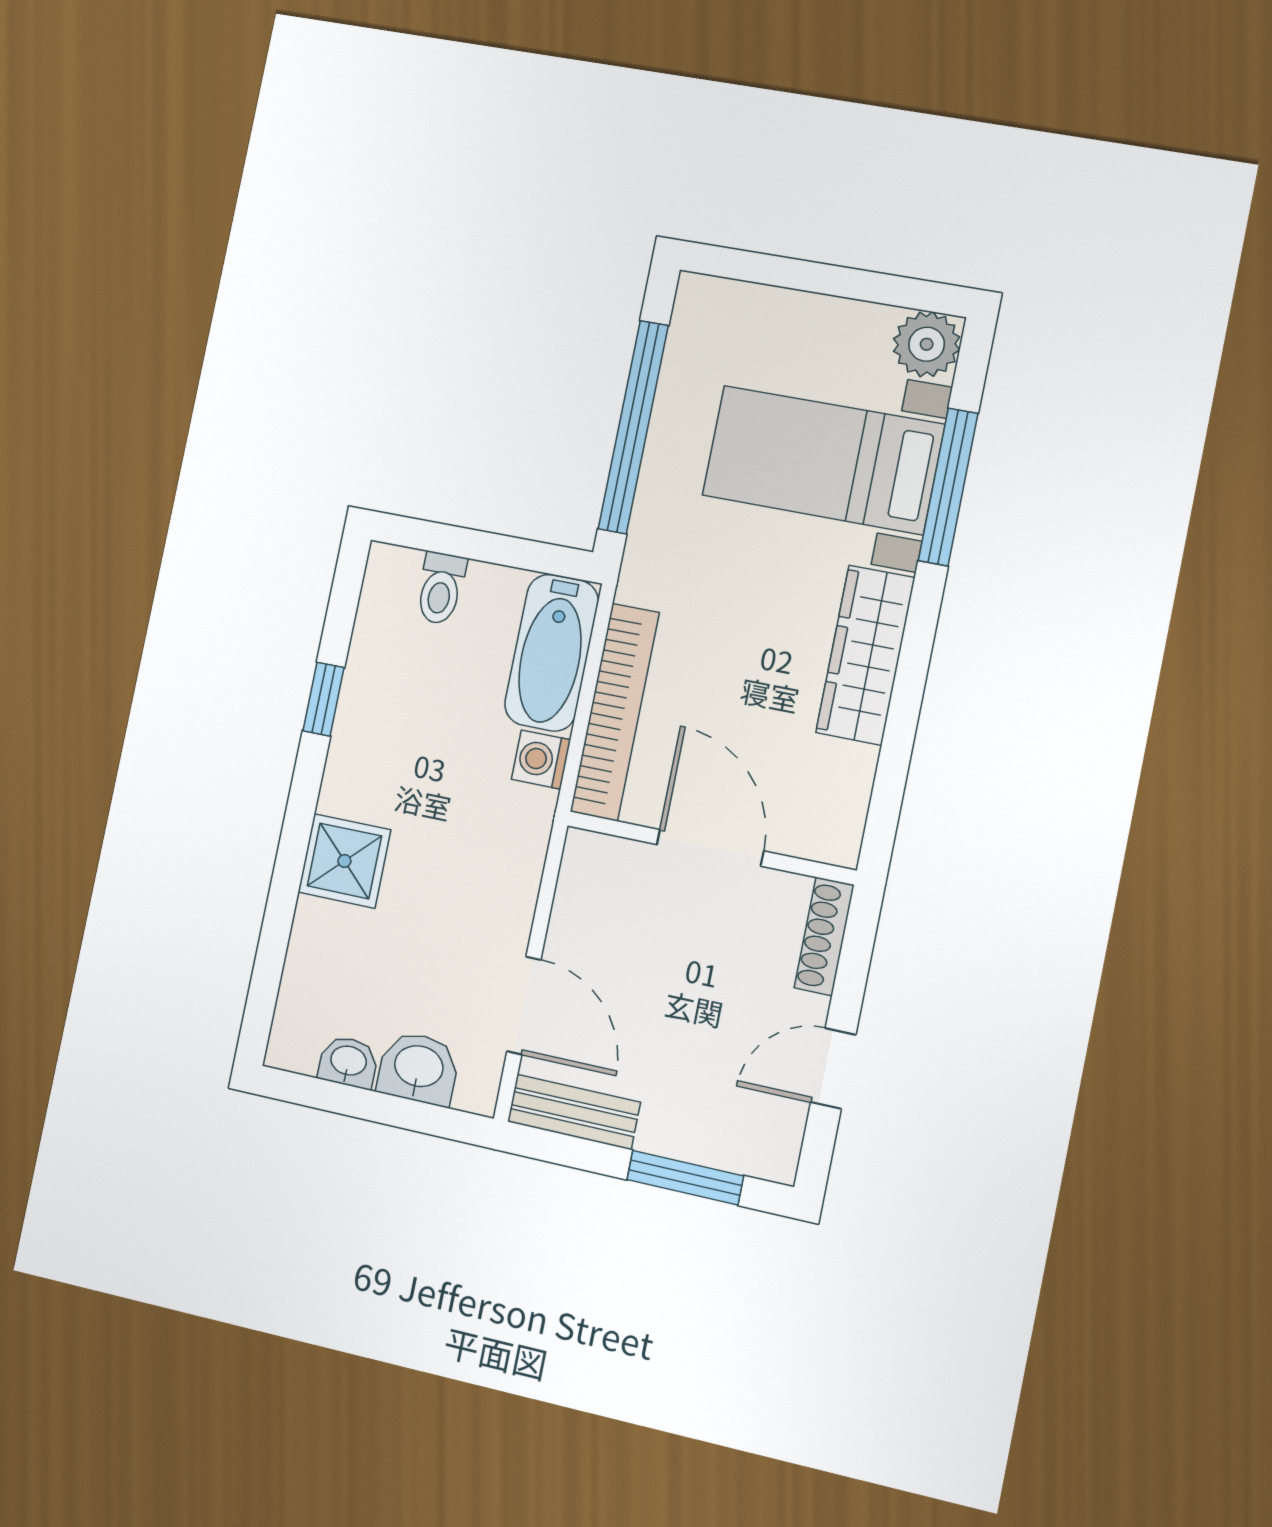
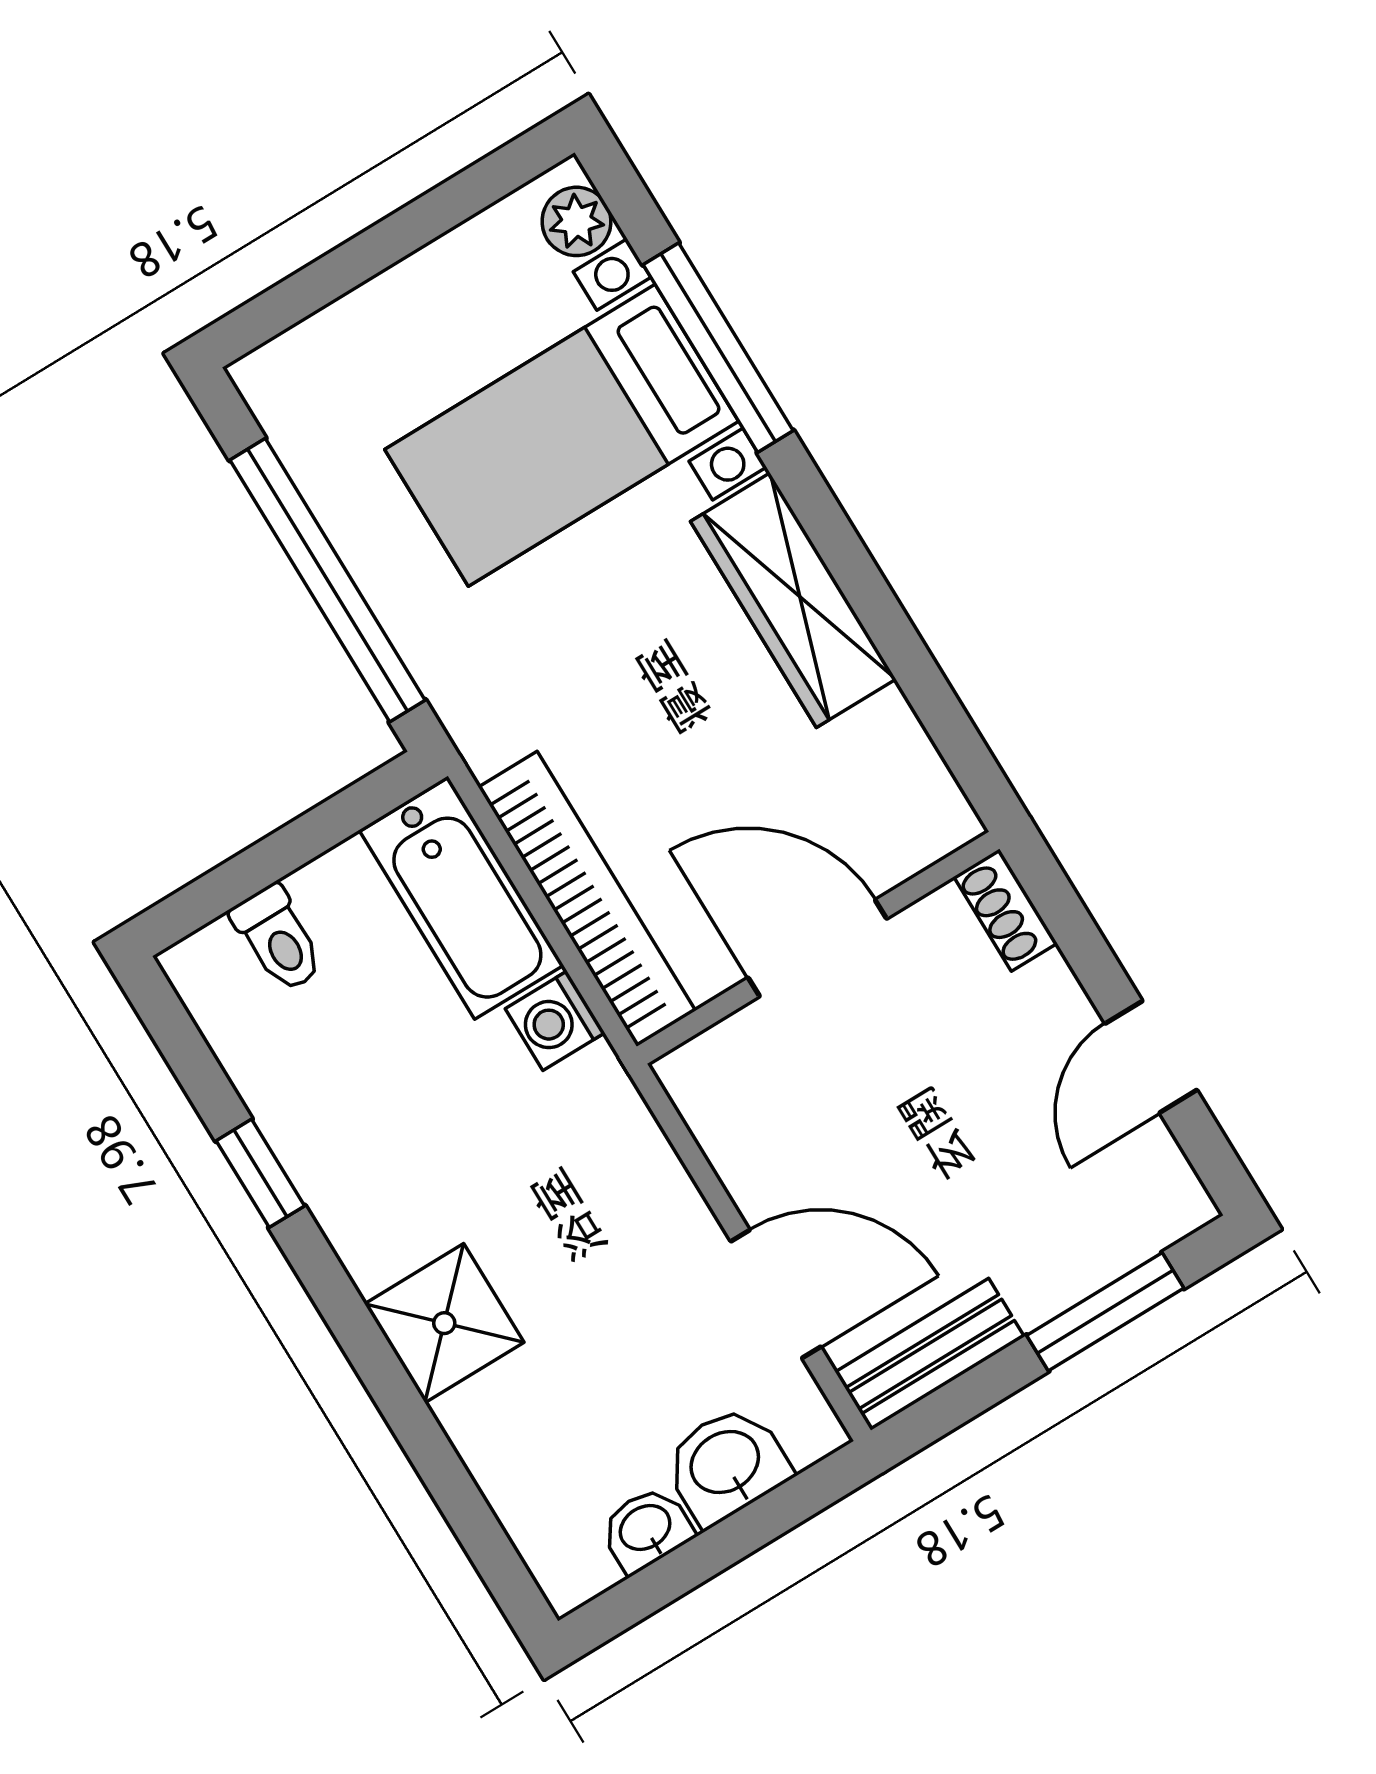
plant: (927, 344) -> (576, 221), width x0.73, depth x0.73
shoe rack: (824, 936) -> (1005, 910), width x0.70

